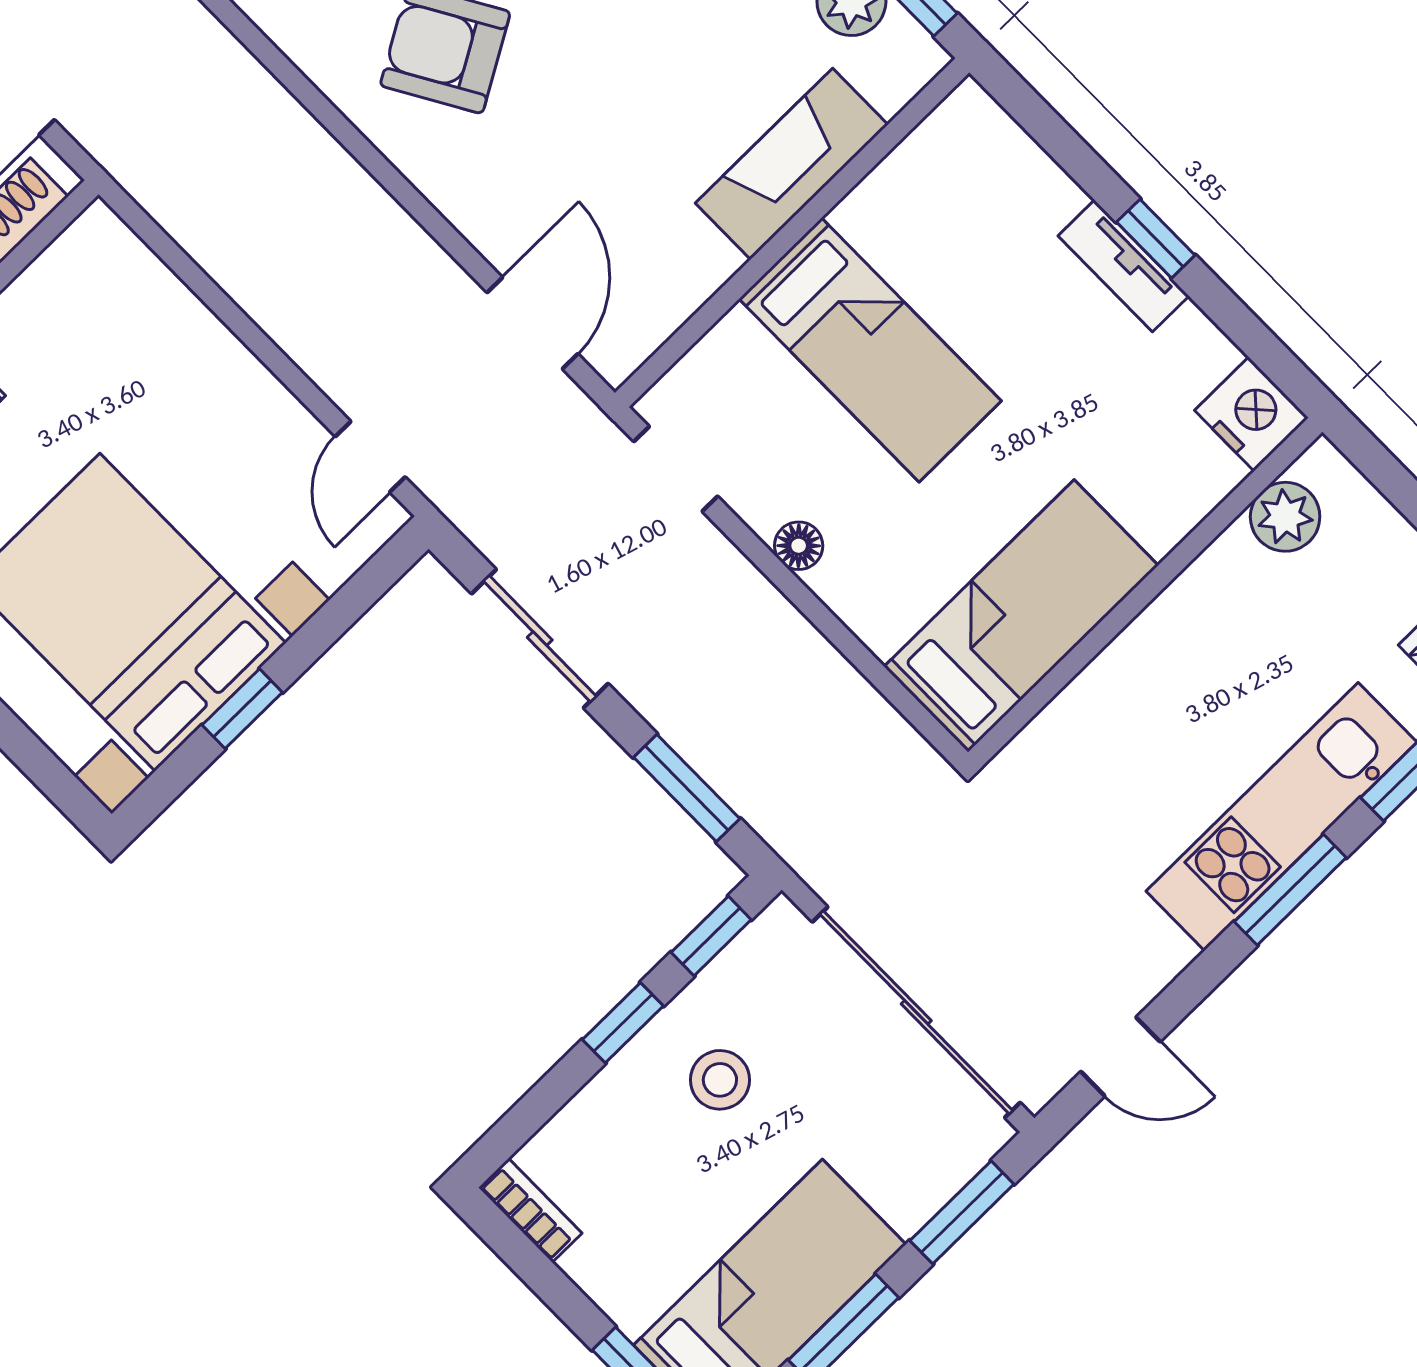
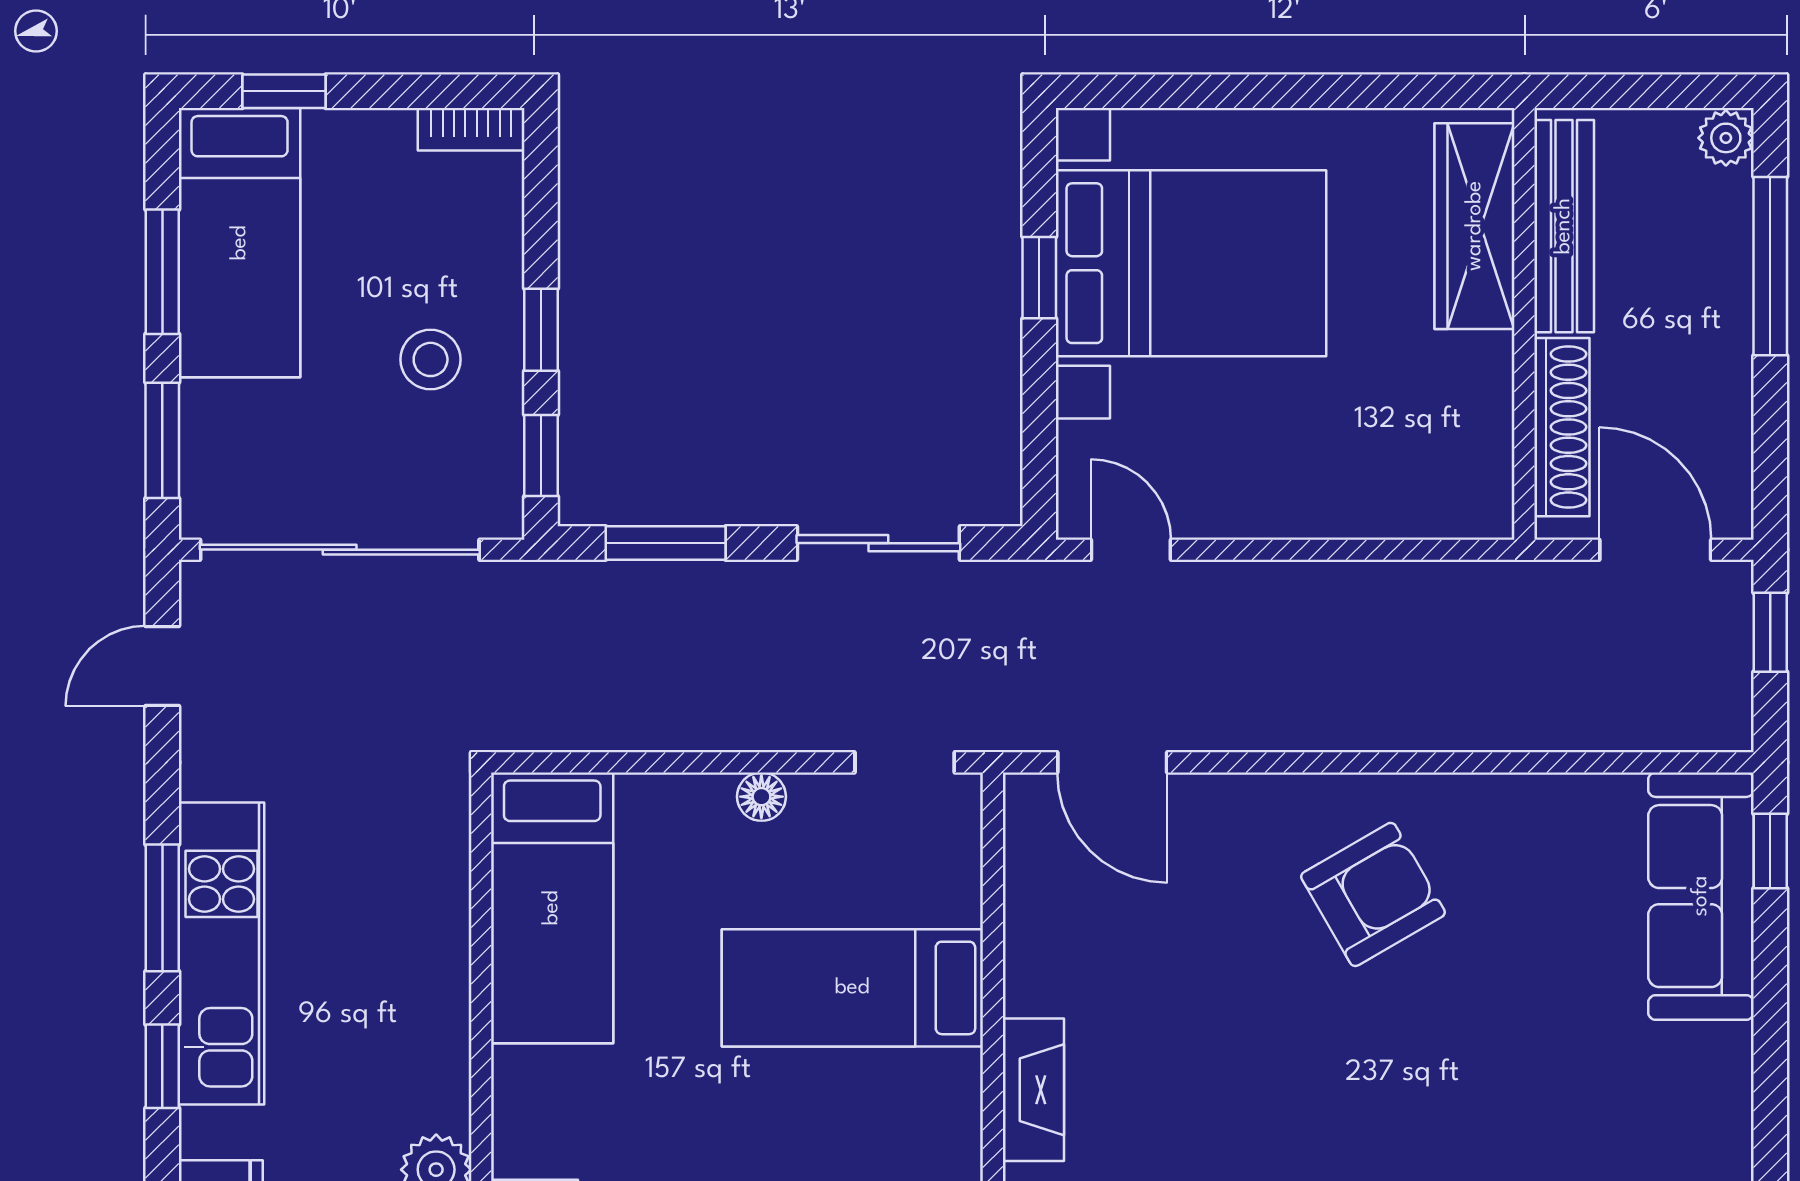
fireplace: (792, 164) -> (1033, 1090), width x0.73, depth x0.76

